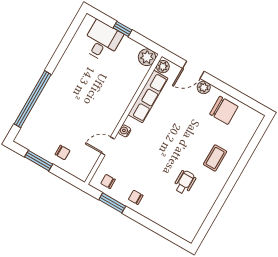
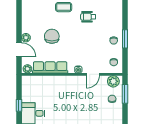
plant: (147, 57) -> (113, 81), moved
chair: (224, 110) -> (52, 36), moved
door: (108, 146) -> (93, 74), hinge flipped
window: (39, 161) -> (125, 94), moved
window: (112, 203) -> (125, 39), moved

